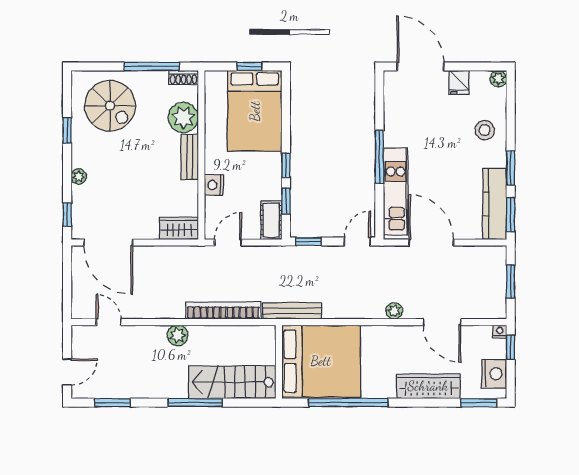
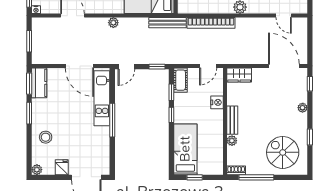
bed: (255, 111) -> (185, 149), width x0.67
plant: (183, 118) -> (232, 141), width x0.53, depth x0.53
kitchen counter: (495, 204) -> (39, 83), width x0.67
plant: (394, 311) -> (113, 23), moved

